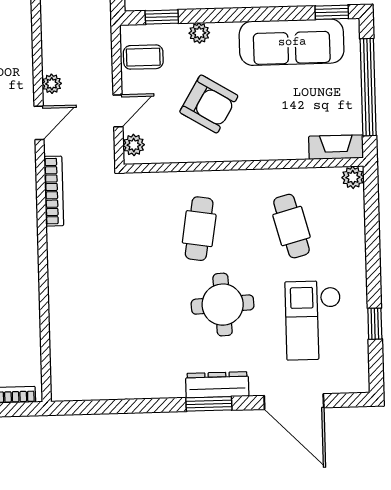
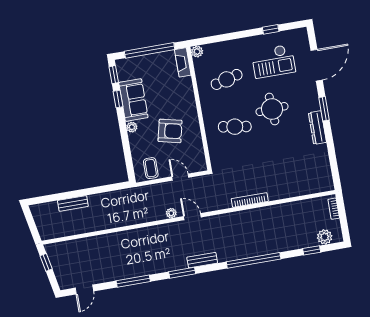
window: (162, 17) -> (118, 99), moved
plant: (199, 33) -> (132, 127), moved
sofa: (292, 42) -> (133, 100), width x0.73
armchair: (209, 104) -> (170, 131), turned 72
plant: (134, 145) -> (197, 166), removed
bookcase: (54, 191) -> (250, 200), moved
dresser: (217, 385) -> (317, 128), moved

